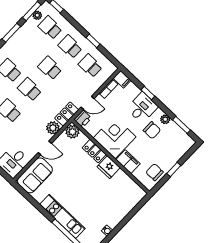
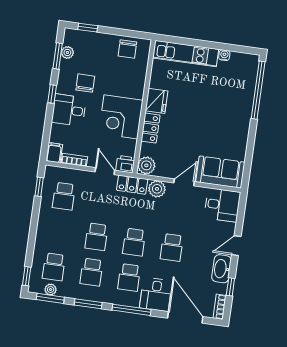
window: (93, 41) -> (39, 187), moved
school desk: (70, 47) -> (91, 272), moved
window: (148, 93) -> (52, 94), moved
plant: (165, 119) -> (67, 52), moved
door: (45, 148) -> (184, 182), hinge flipped
filing cabinet: (128, 162) -> (136, 85), removed
window: (174, 169) -> (88, 28), moved
kitchen unit: (62, 216) -> (186, 54), moved, turned -90

